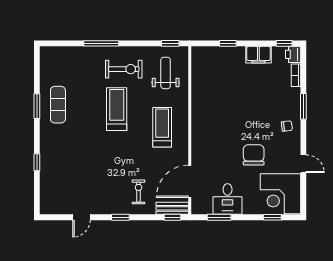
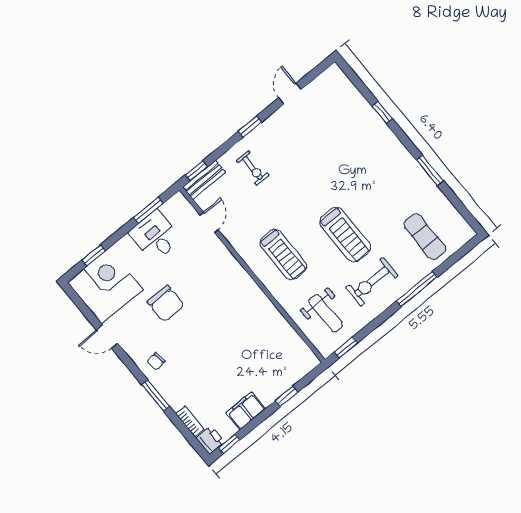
exercise mat: (58, 105) -> (425, 237), moved
door: (190, 181) -> (209, 222), width x0.53

